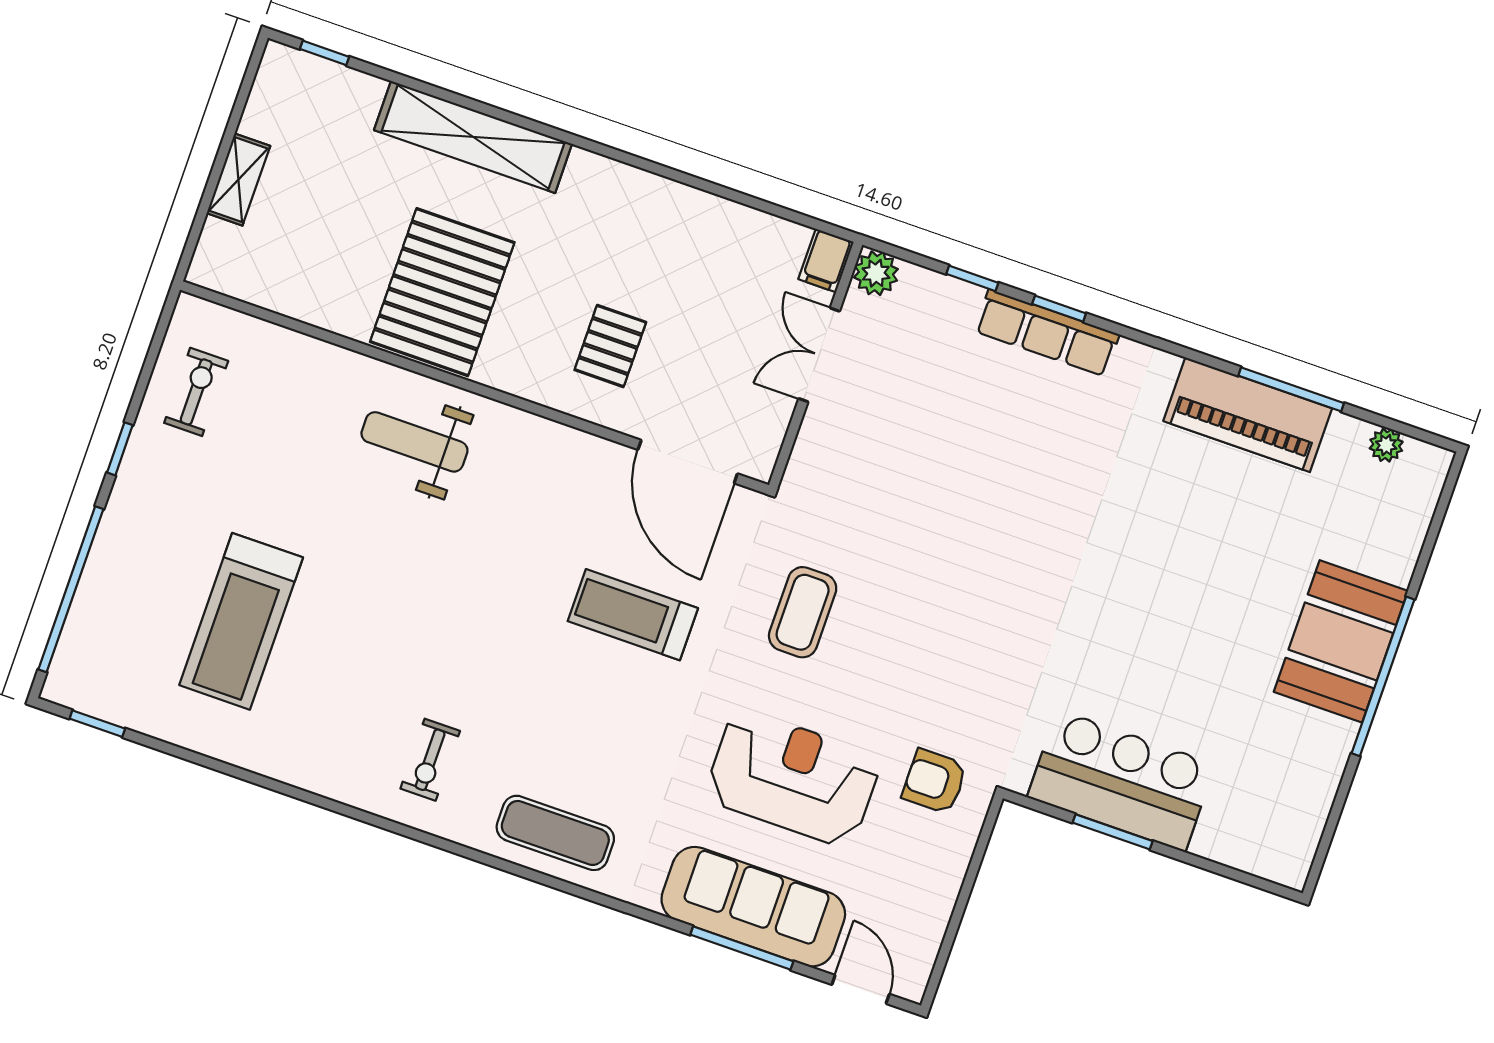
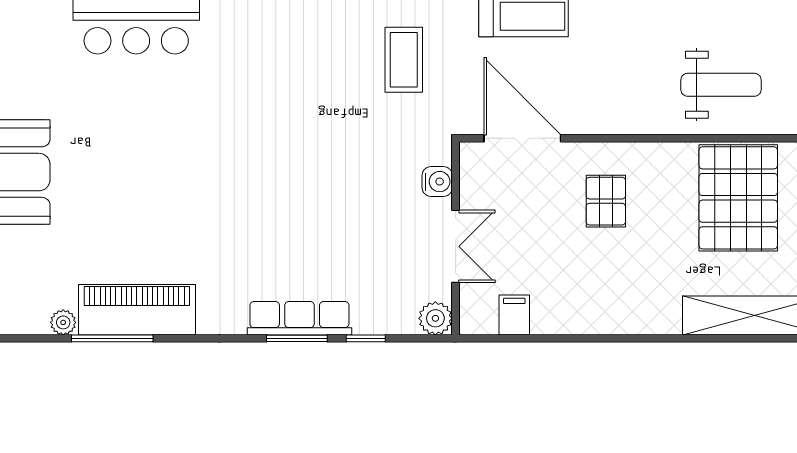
filing cabinet: (826, 261) -> (514, 315), moved
window: (1059, 309) -> (297, 338), width x1.50
water cooler: (814, 444) -> (437, 182), added
plant: (1386, 445) -> (63, 322), moved

